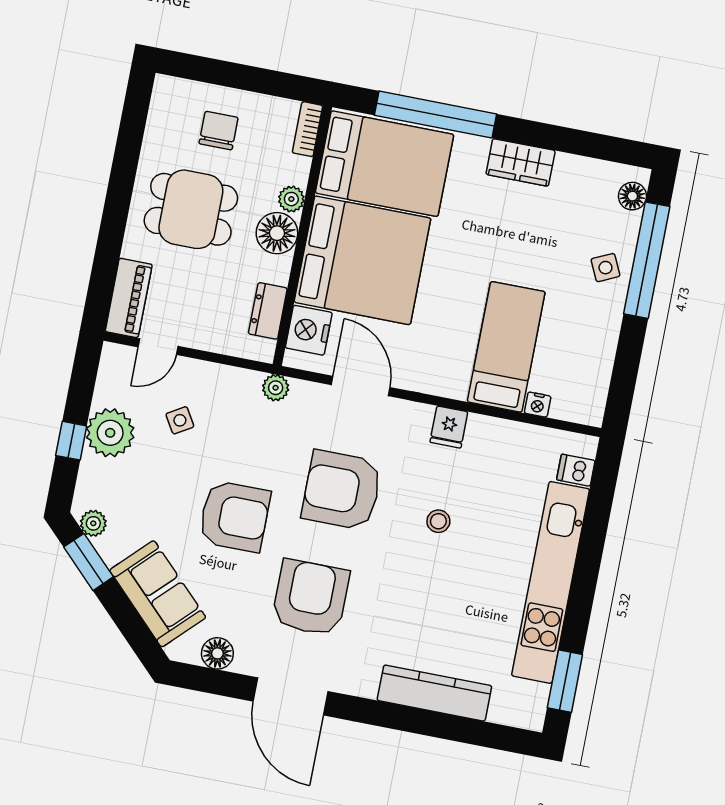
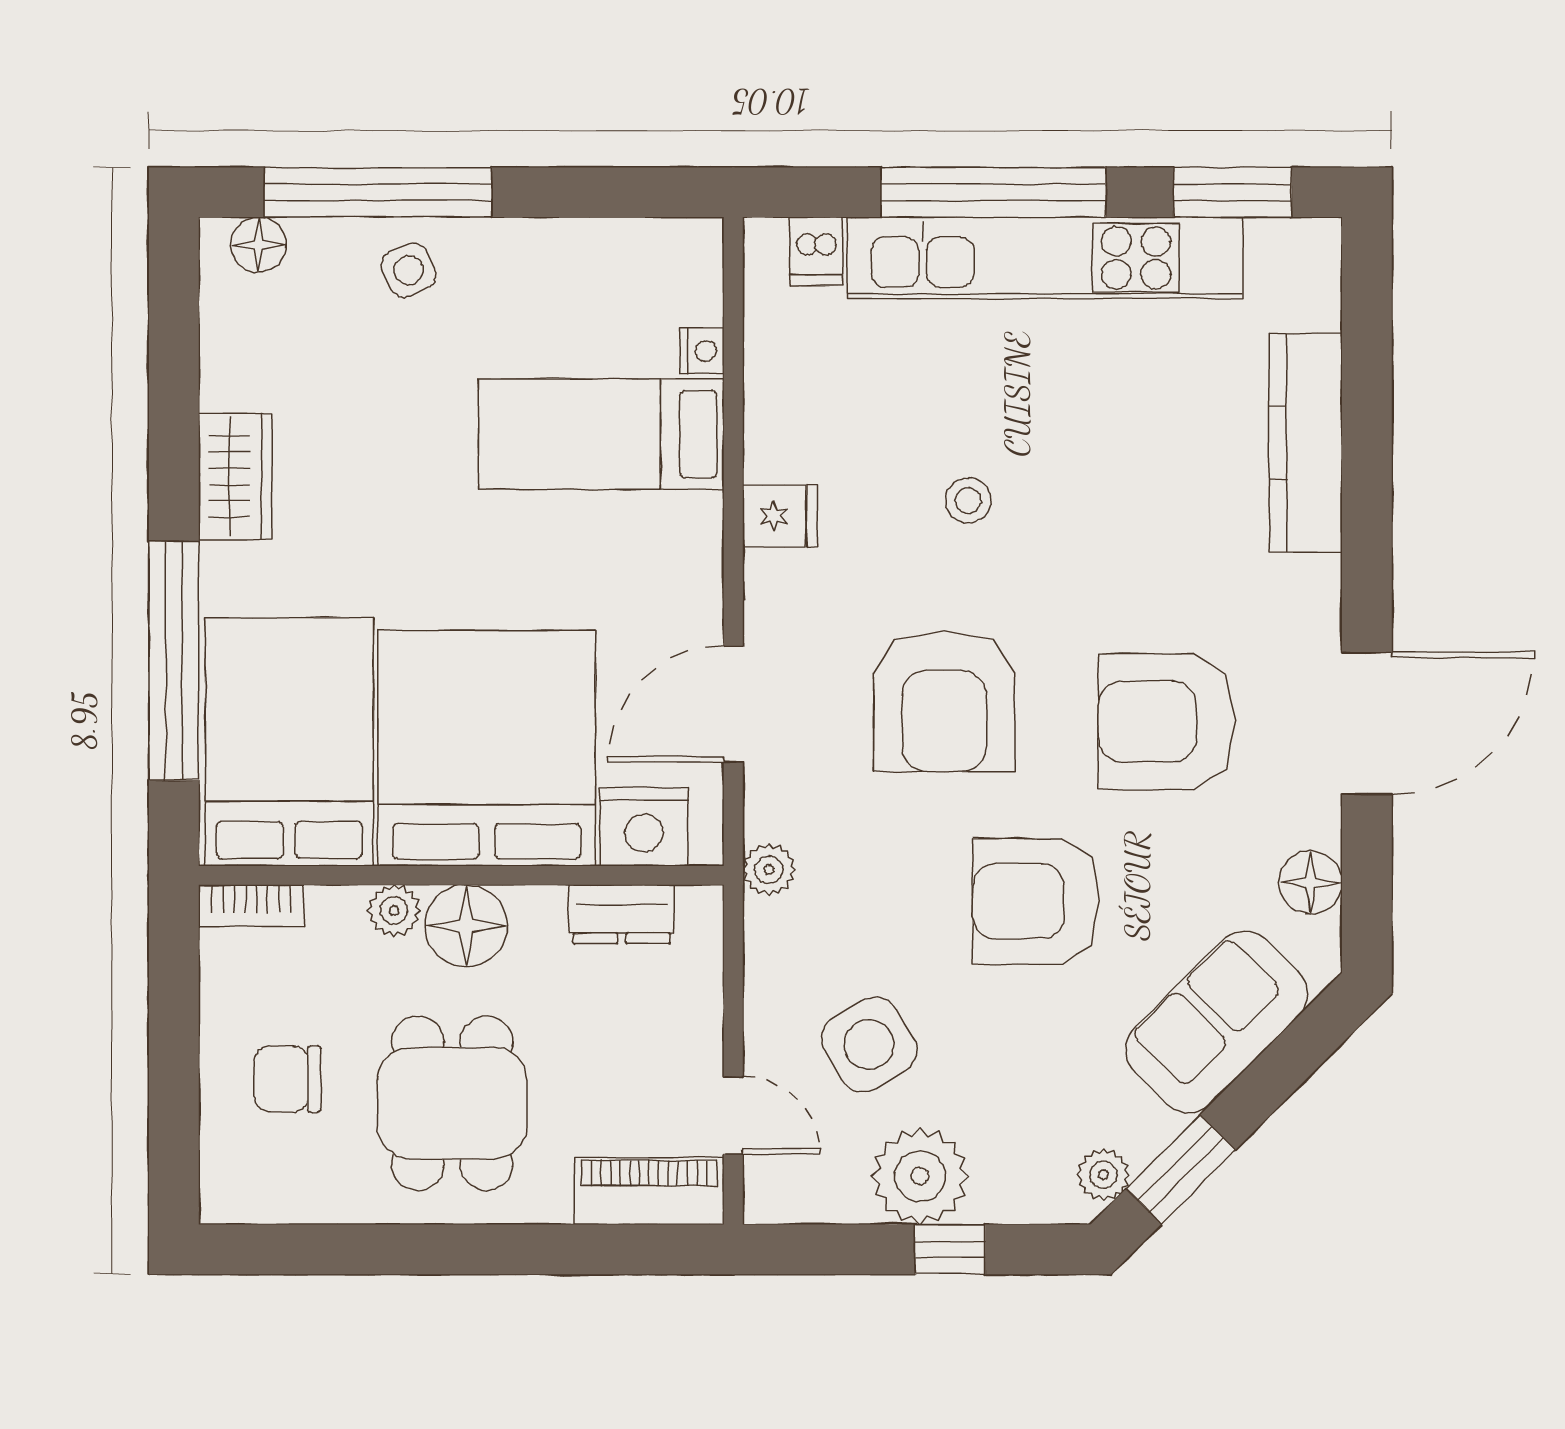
side table: (180, 420) -> (869, 1044), width x1.87, depth x1.87
armchair: (234, 516) -> (1036, 901), turned -90
window: (588, 563) -> (993, 192), added

